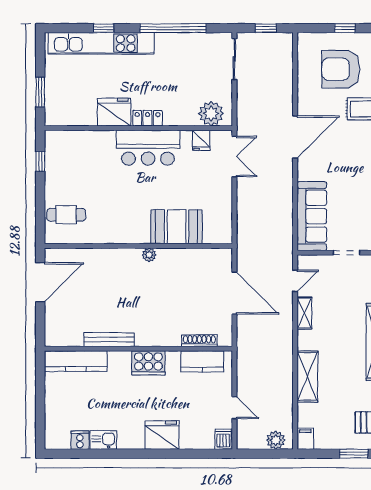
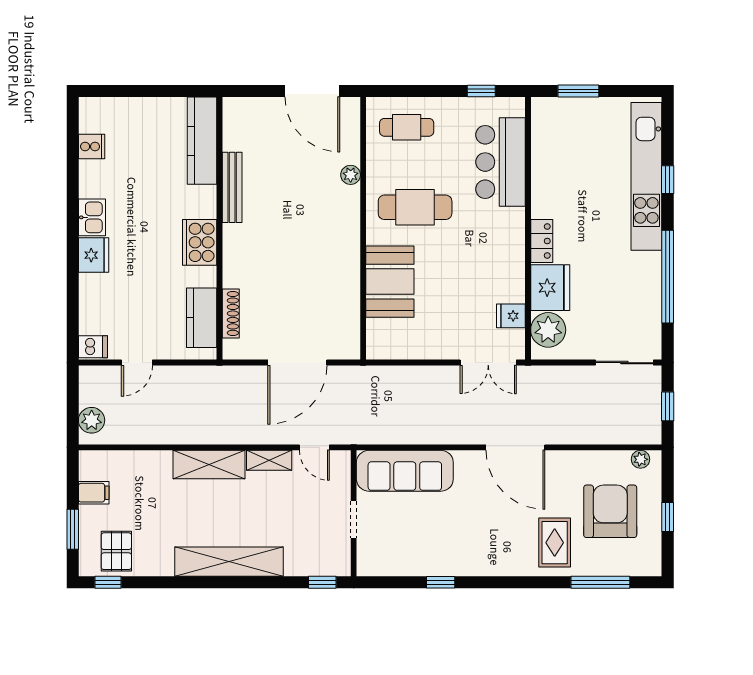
plant: (304, 48) -> (641, 459), added
fridge: (114, 112) -> (550, 288), moved
bar counter: (148, 148) -> (500, 162), moved
cafe table: (123, 209) -> (415, 207), added
cafe table: (66, 215) -> (407, 127), turned 90
plant: (149, 255) -> (351, 175), moved
shelving: (307, 376) -> (209, 465), moved
fridge: (162, 435) -> (94, 255), width x0.73, depth x0.75
filing cabinet: (305, 439) -> (94, 493), moved
kitchen sink: (103, 440) -> (92, 217), moved

